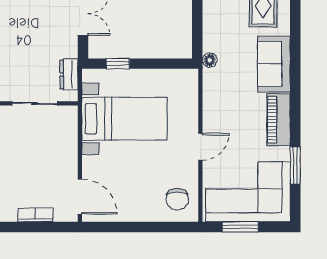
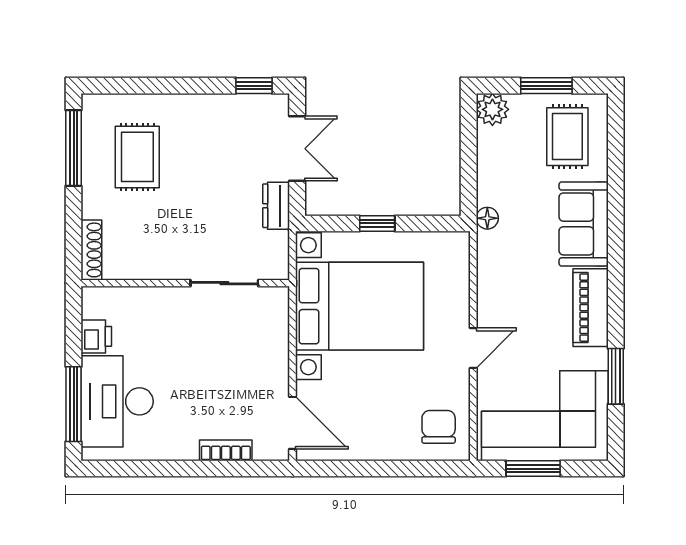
window: (118, 64) -> (377, 223), moved
dresser: (69, 74) -> (276, 206), moved
bed with nightstands: (124, 119) -> (359, 306), width x1.36
chair: (177, 199) -> (439, 427), turned 180

